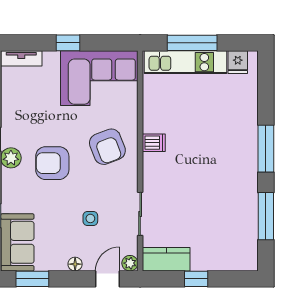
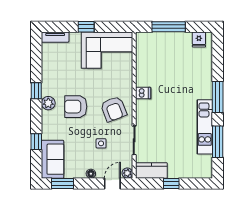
kitchen unit: (185, 62) -> (205, 127), moved, turned 90
armchair: (107, 147) -> (114, 109), moved

